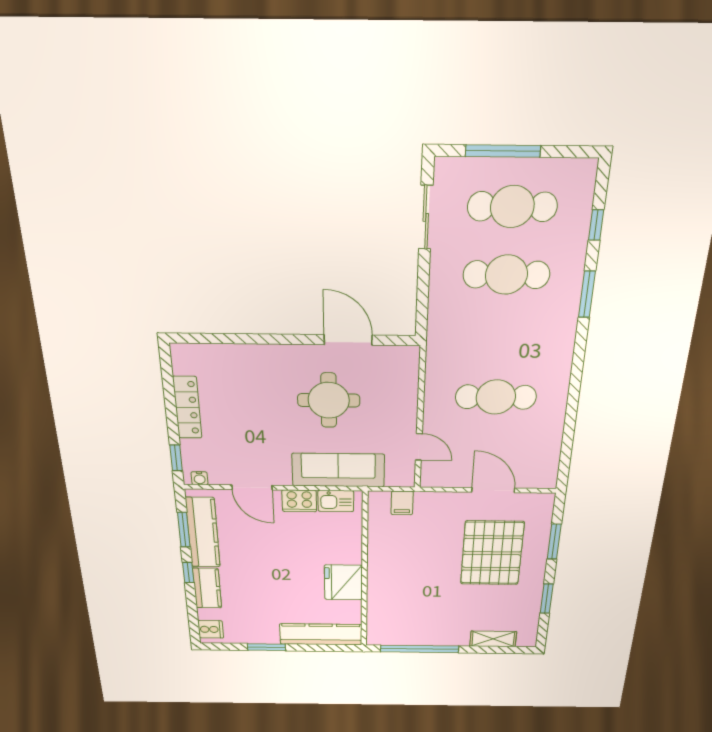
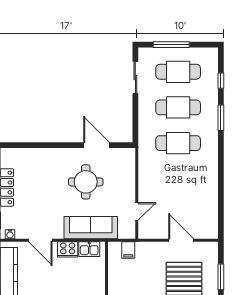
cafe table: (496, 397) -> (178, 143), moved
door: (419, 447) -> (137, 211), hinge flipped

